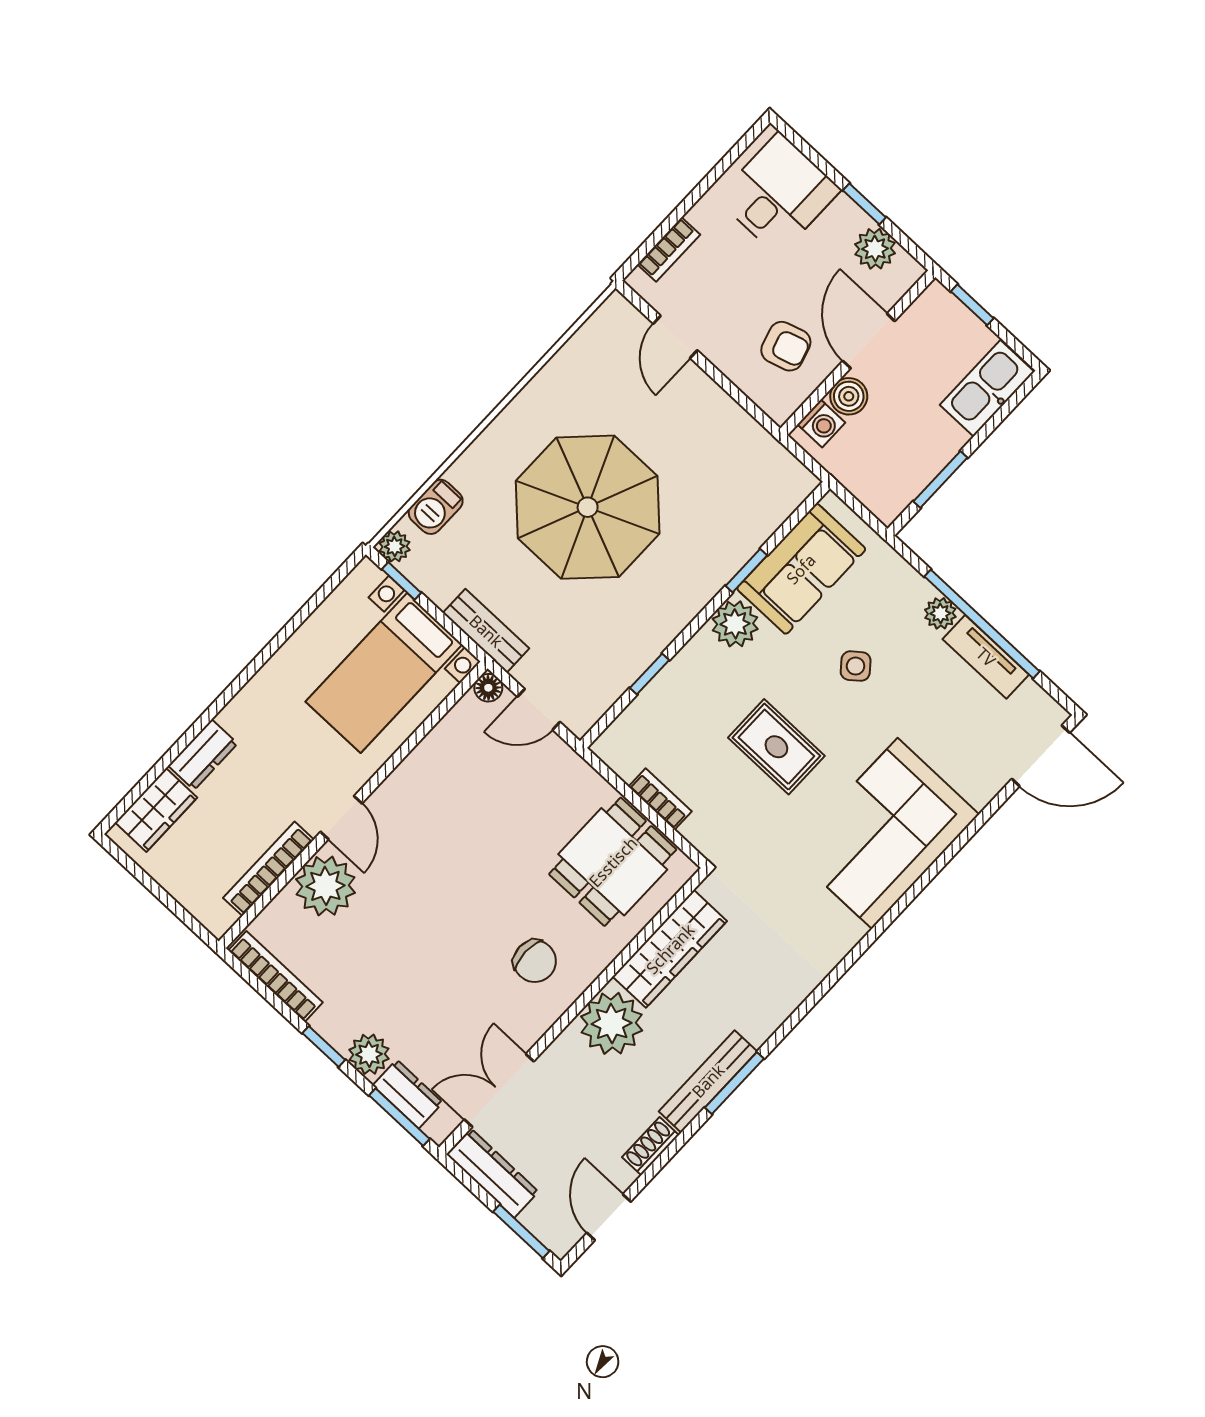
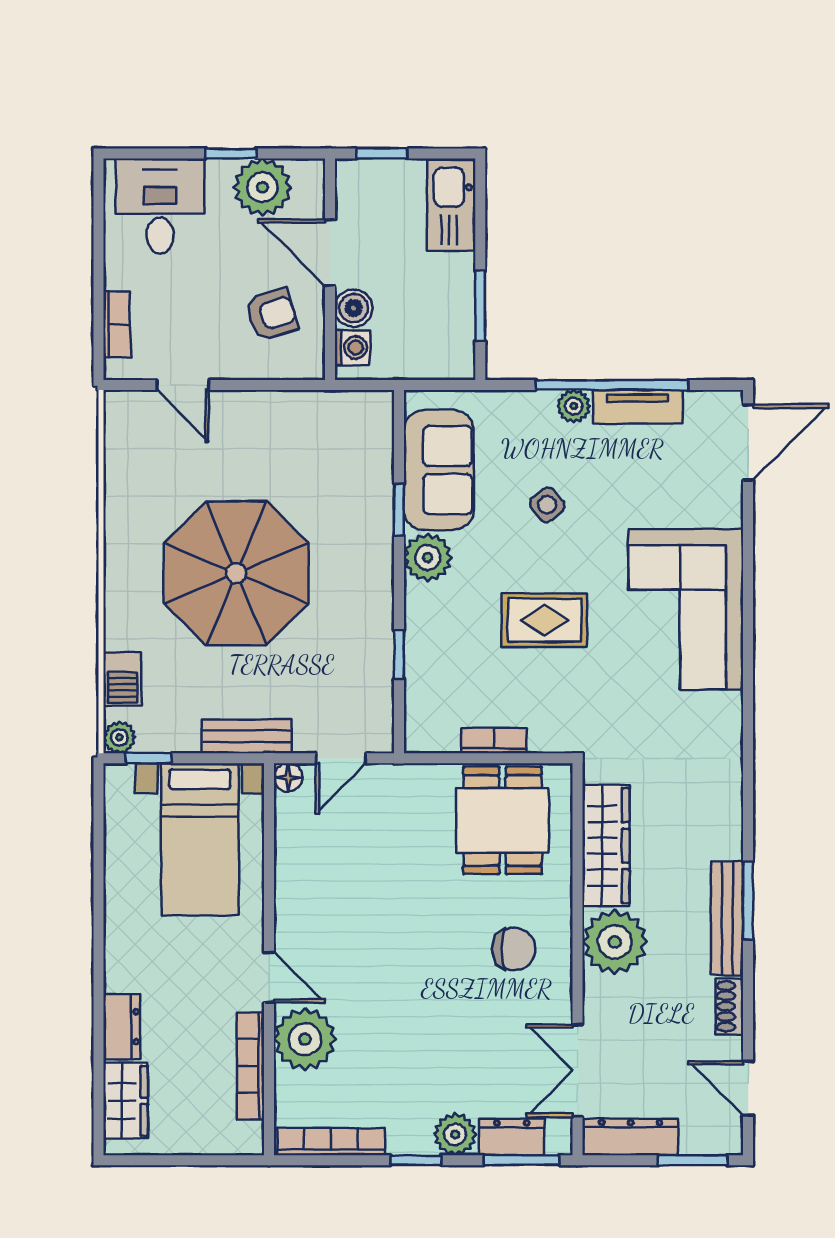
plant: (875, 249) -> (262, 187), width x1.36, depth x1.36

